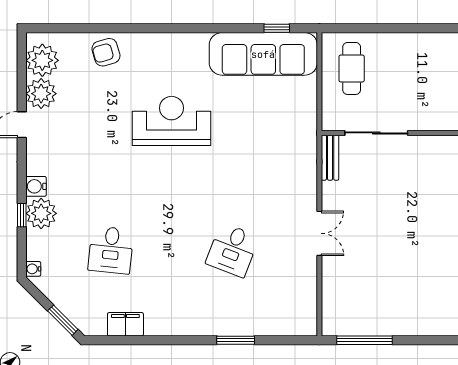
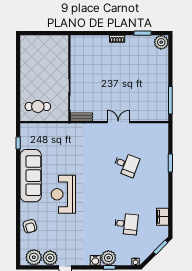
sofa: (263, 54) -> (31, 176), moved

